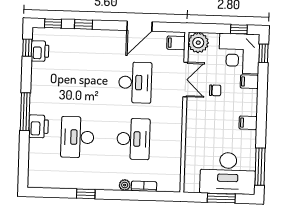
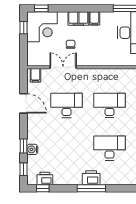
water cooler: (79, 36) -> (32, 149), added
plant: (198, 43) -> (35, 58), removed
filing cabinet: (249, 82) -> (78, 18), moved, width x2.00
printer: (39, 126) -> (91, 178), moved
desk: (77, 137) -> (109, 148), turned 180

